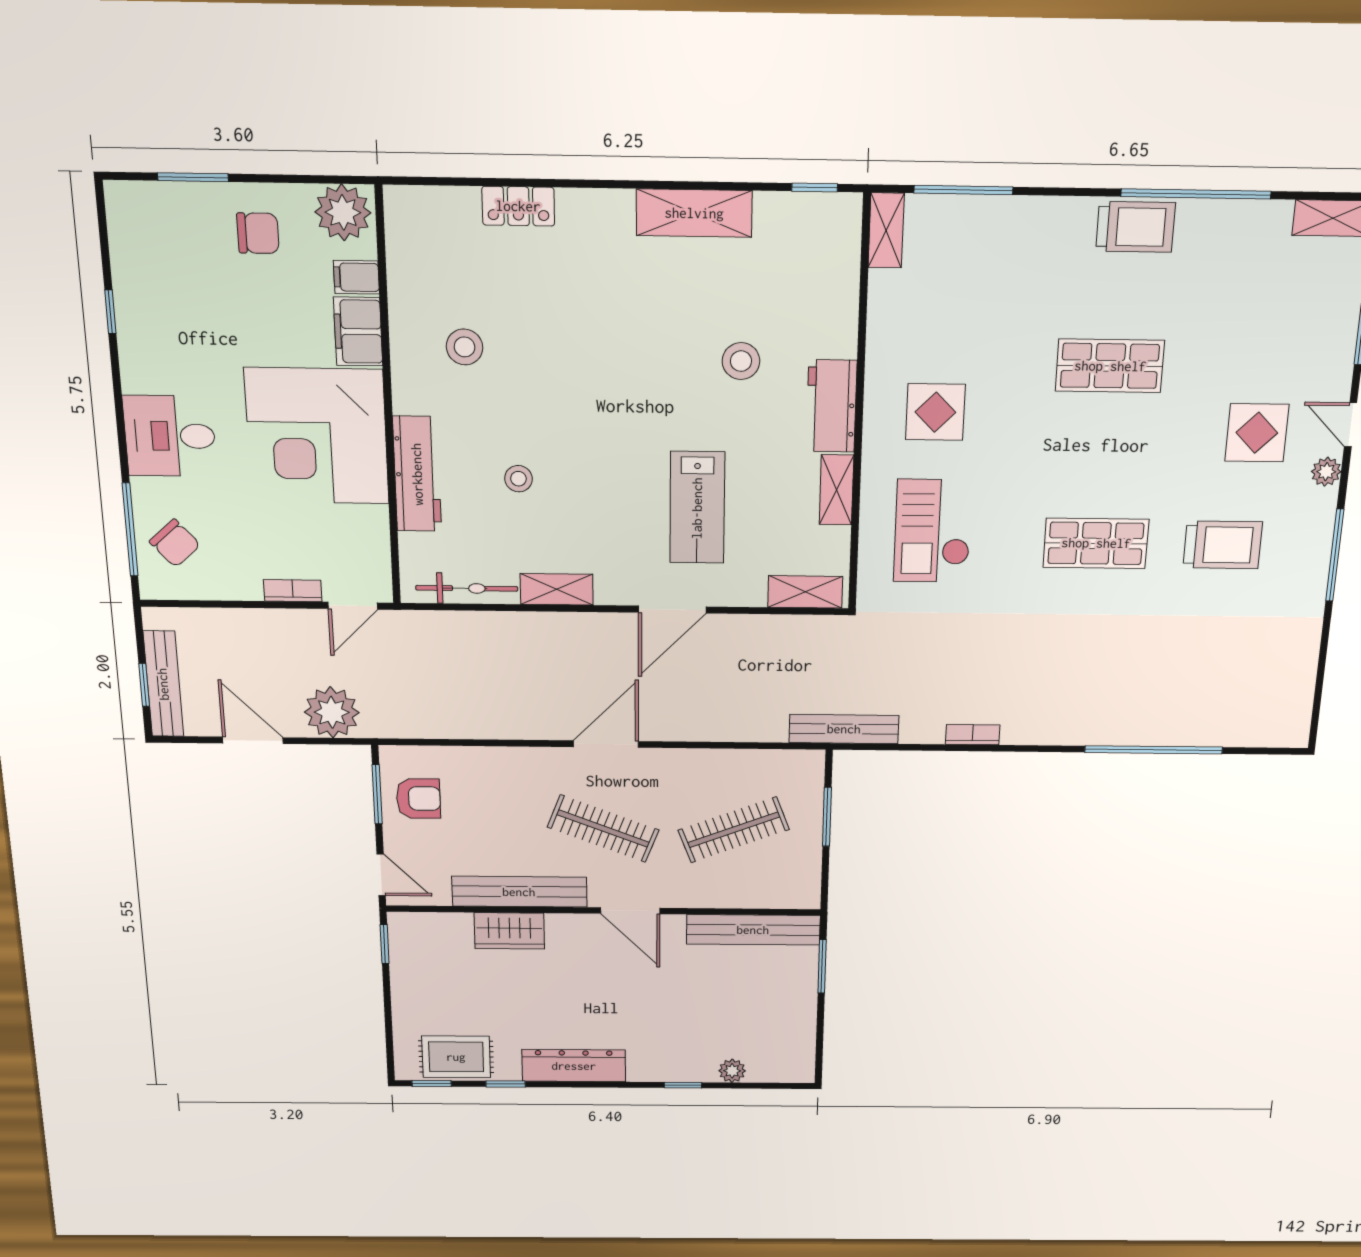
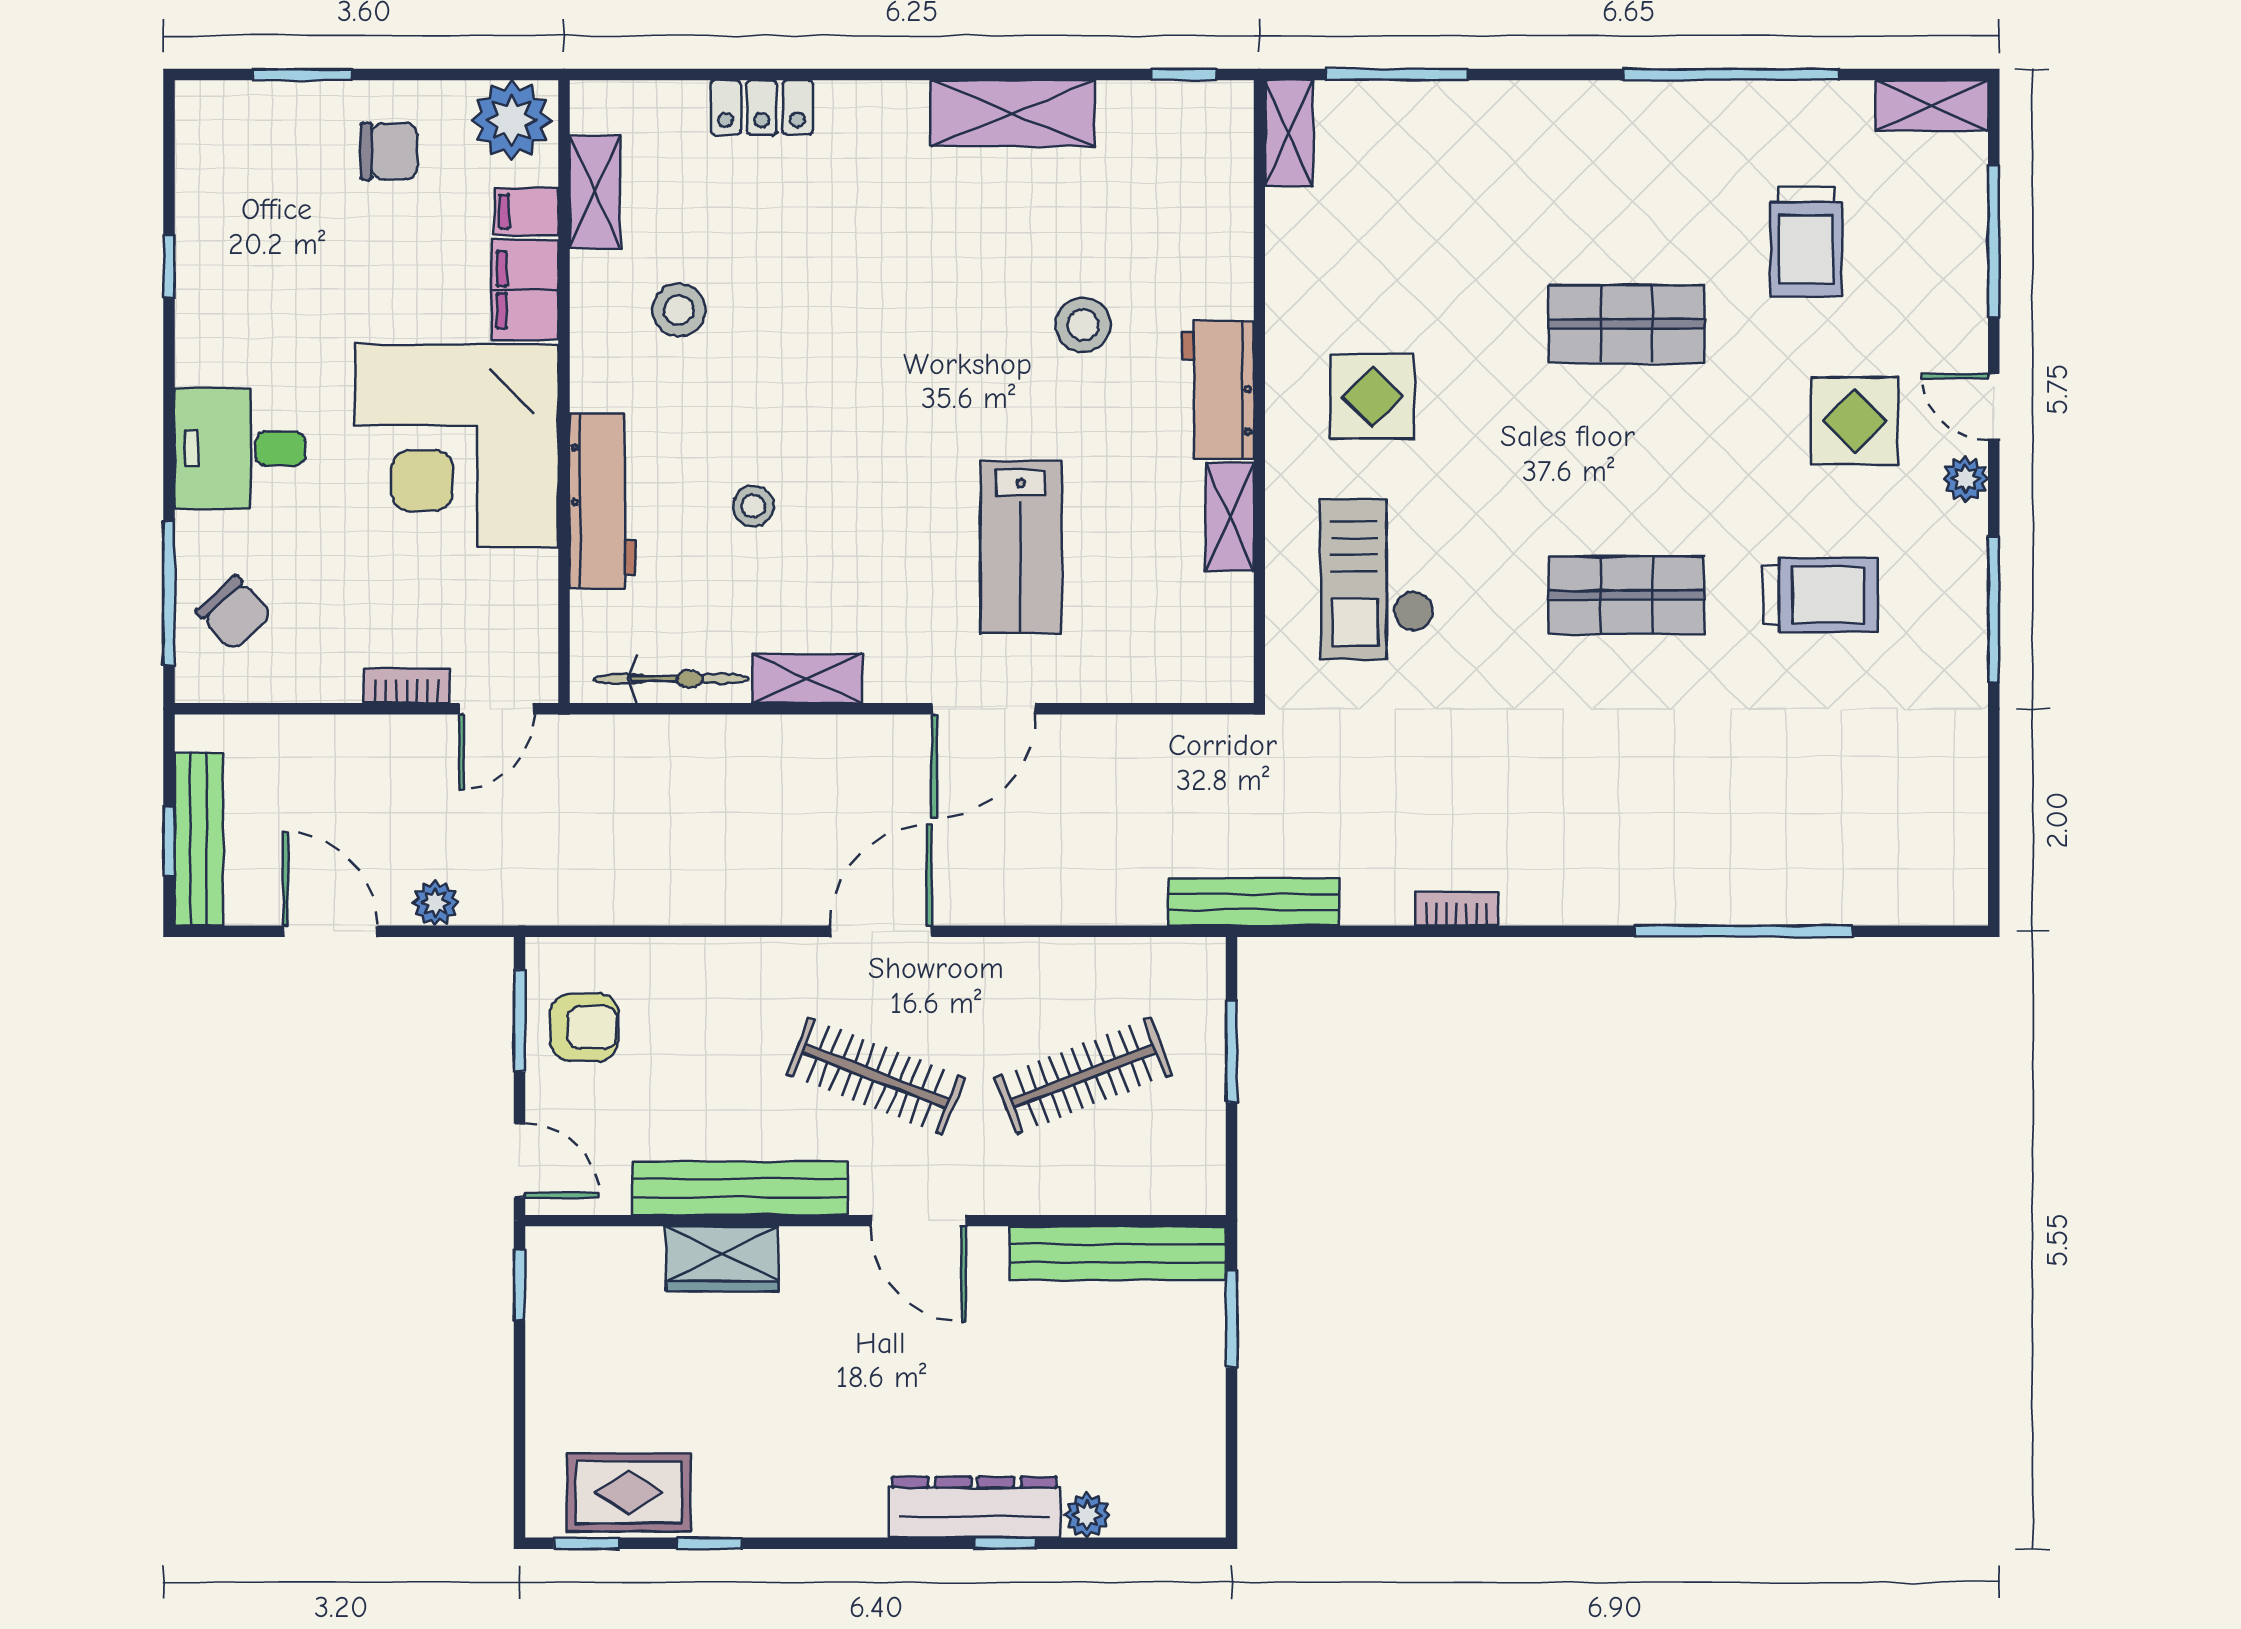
trolley: (1135, 227) -> (1806, 242), moved, turned 90
shelving: (805, 592) -> (595, 191), moved, turned 90
plant: (332, 712) -> (435, 903), width x0.53, depth x0.53
dresser: (574, 1066) -> (974, 1507), moved

